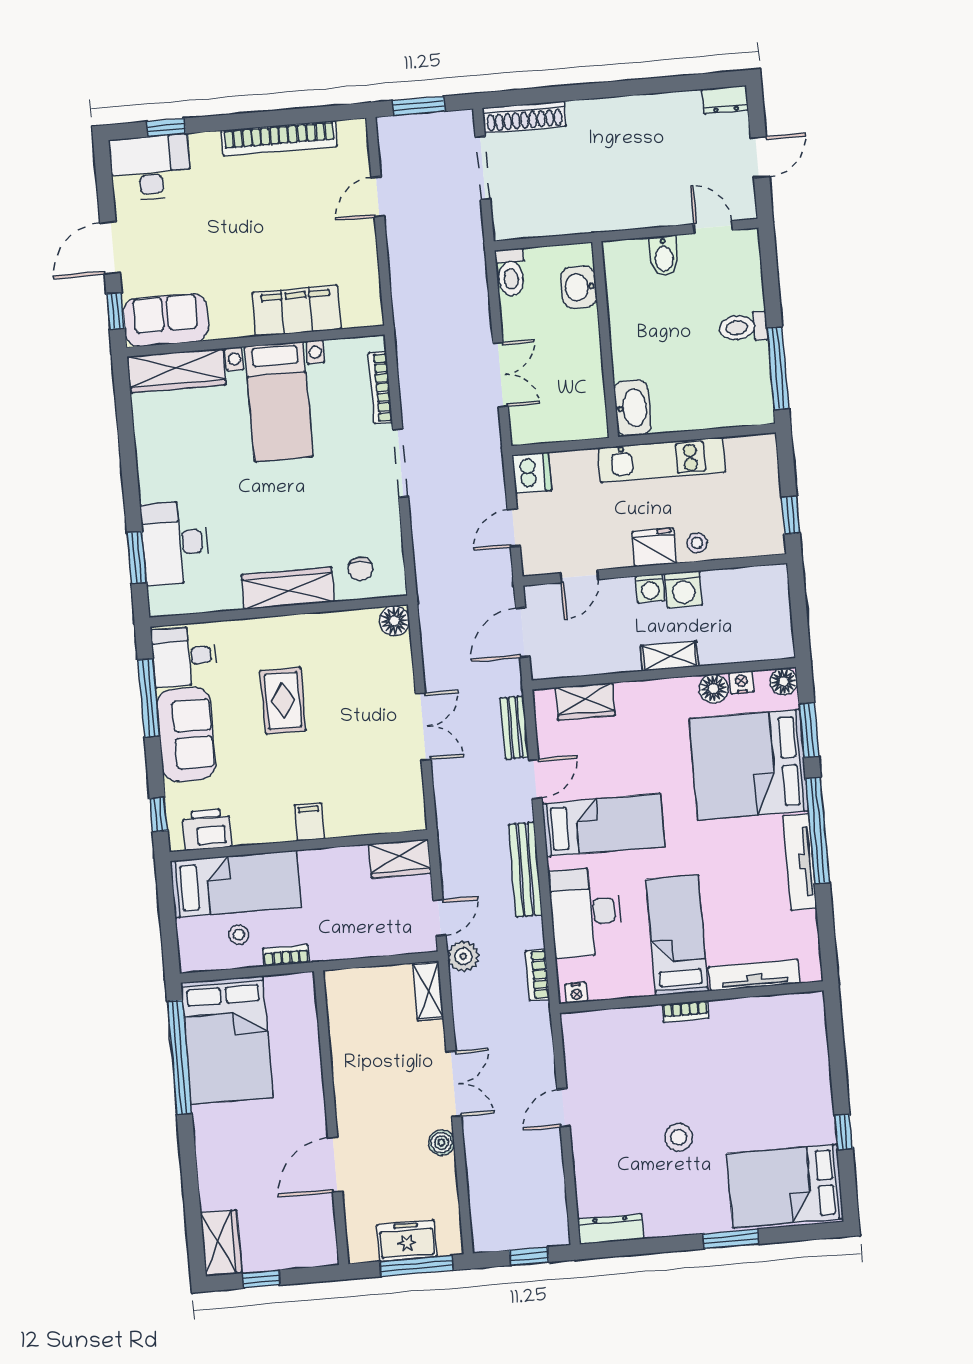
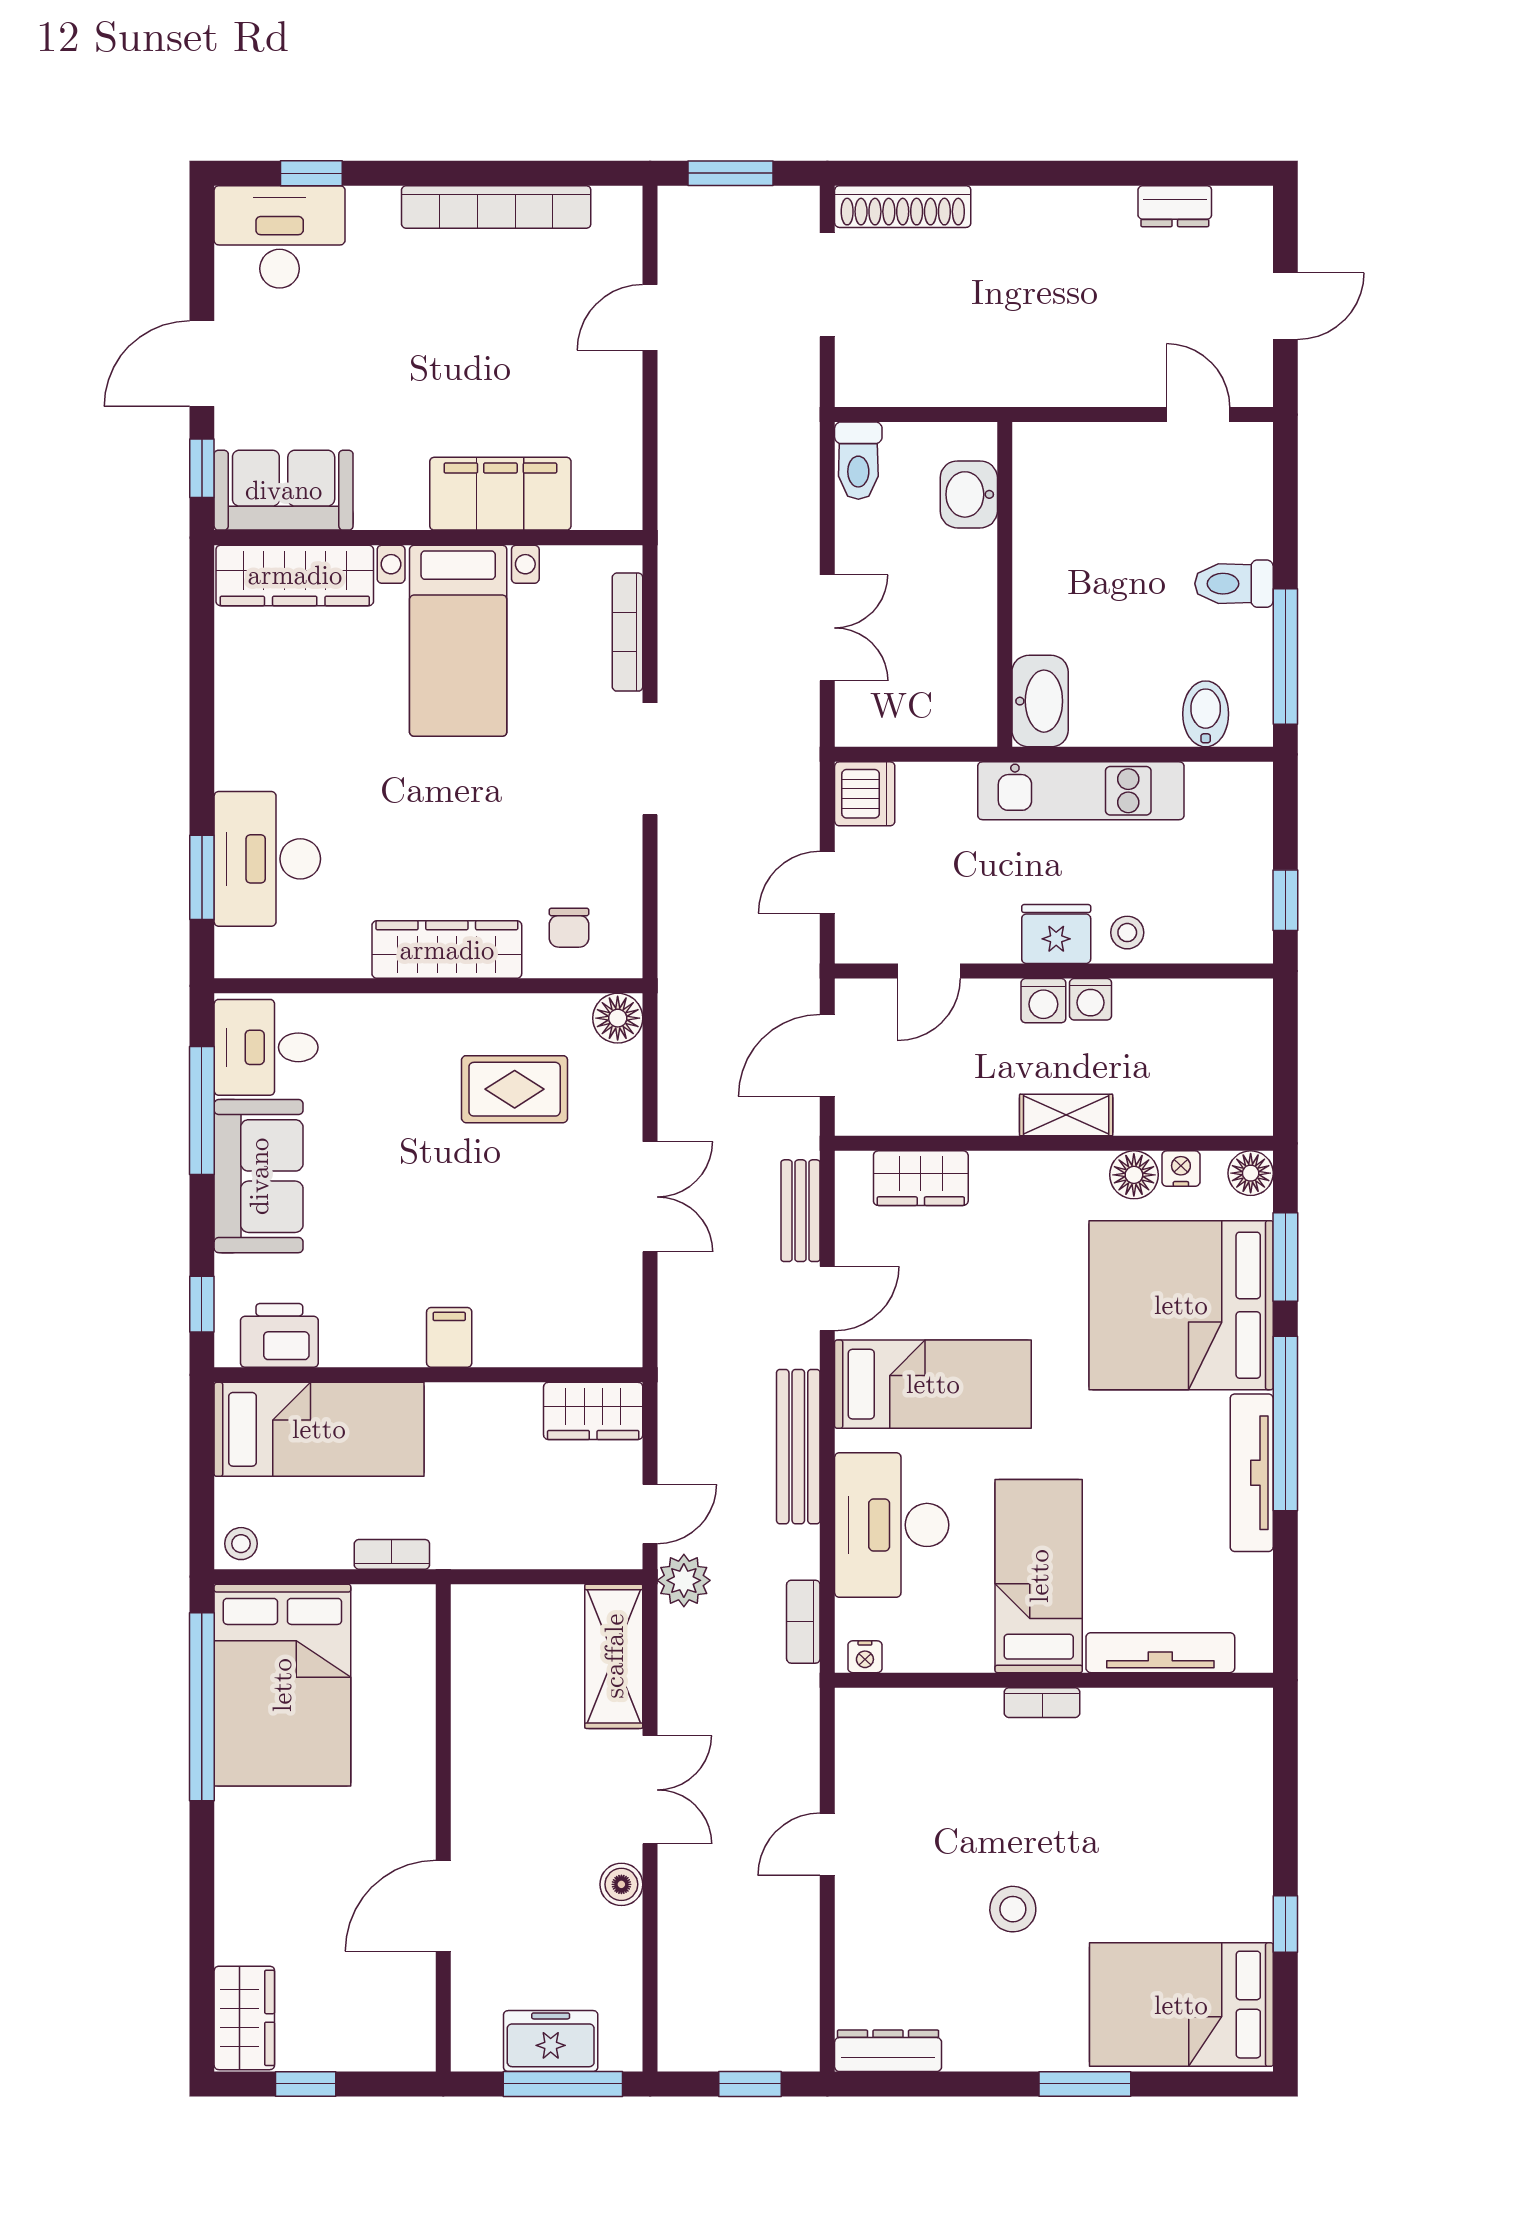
dresser: (725, 100) -> (1175, 206), moved
bidet: (664, 256) -> (1206, 714), moved, turned 180
washing machine: (683, 589) -> (1091, 999), width x0.73, depth x0.73
rug: (283, 701) -> (515, 1089), moved, turned 90
stool: (239, 935) -> (241, 1544), moved
shelving: (428, 991) -> (614, 1656), width x1.50, depth x1.33

